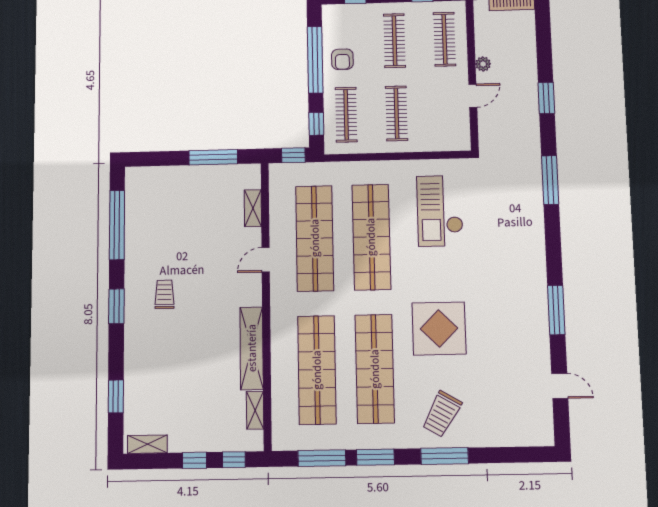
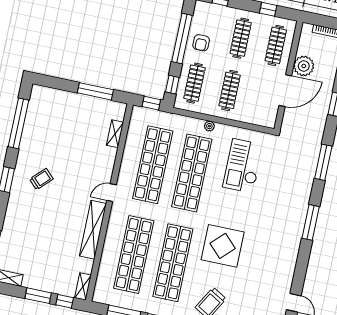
plant: (483, 64) -> (304, 66), width x1.87, depth x1.87
door: (473, 96) -> (285, 91), width x1.88
plant: (380, 168) -> (209, 126), added
door: (266, 260) -> (111, 193), moved
trolley: (164, 294) -> (41, 179), turned 45
window: (556, 310) -> (311, 222), moved
shelving: (255, 410) -> (83, 286), moved
window: (195, 460) -> (38, 296), width x1.50

